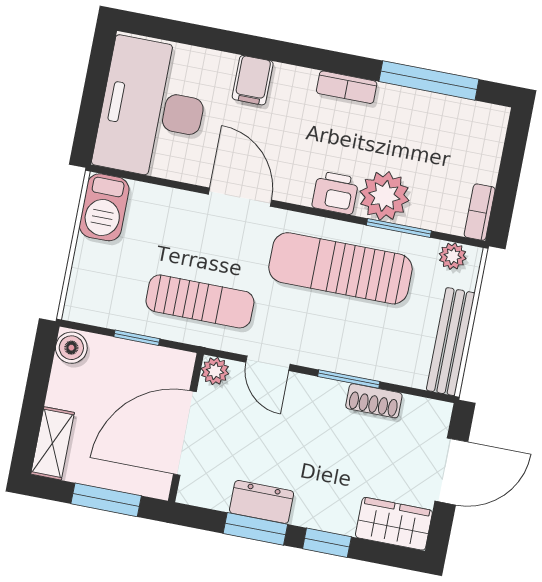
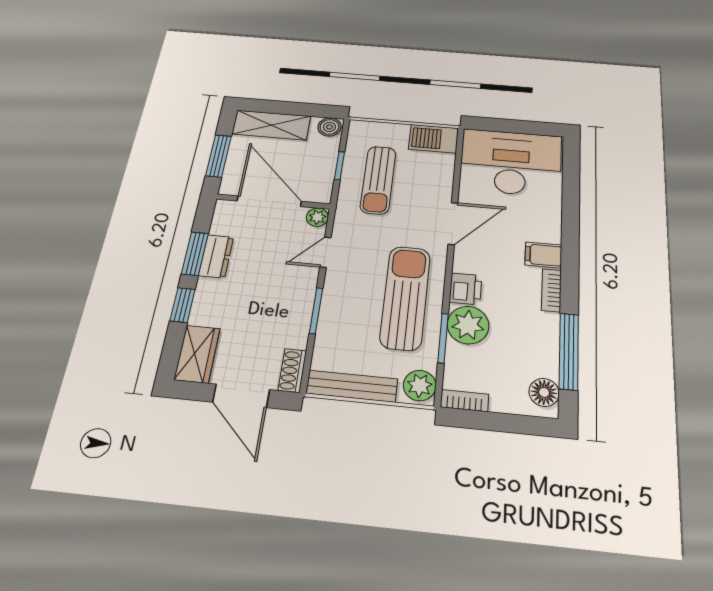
filing cabinet: (253, 80) -> (543, 255), moved
floor lamp: (478, 119) -> (544, 392), added
plant: (453, 256) -> (420, 386), width x1.38, depth x1.38
sun lounger: (200, 301) -> (378, 180), moved
shoe rack: (374, 401) -> (292, 371), moved
shelving: (53, 443) -> (271, 125), width x1.50, depth x1.33

